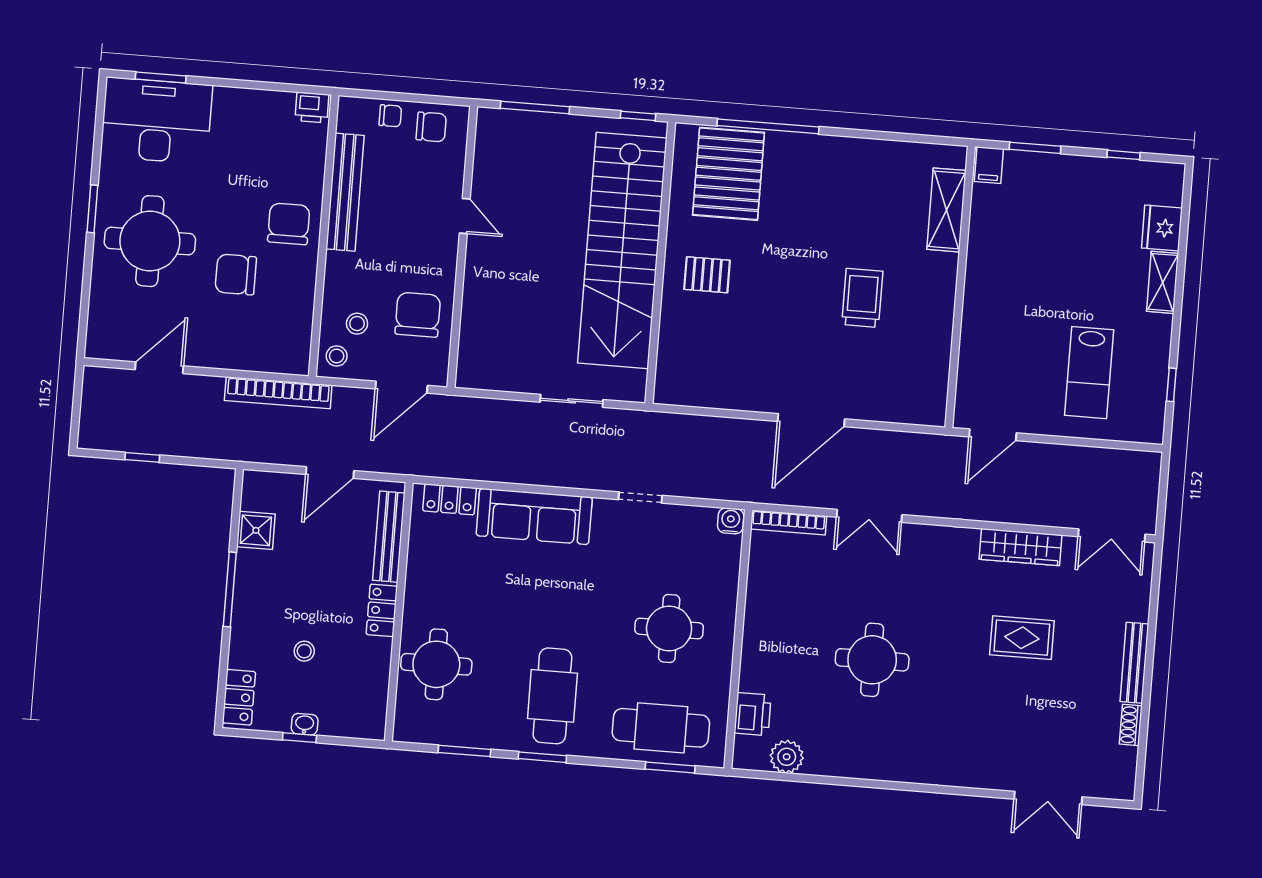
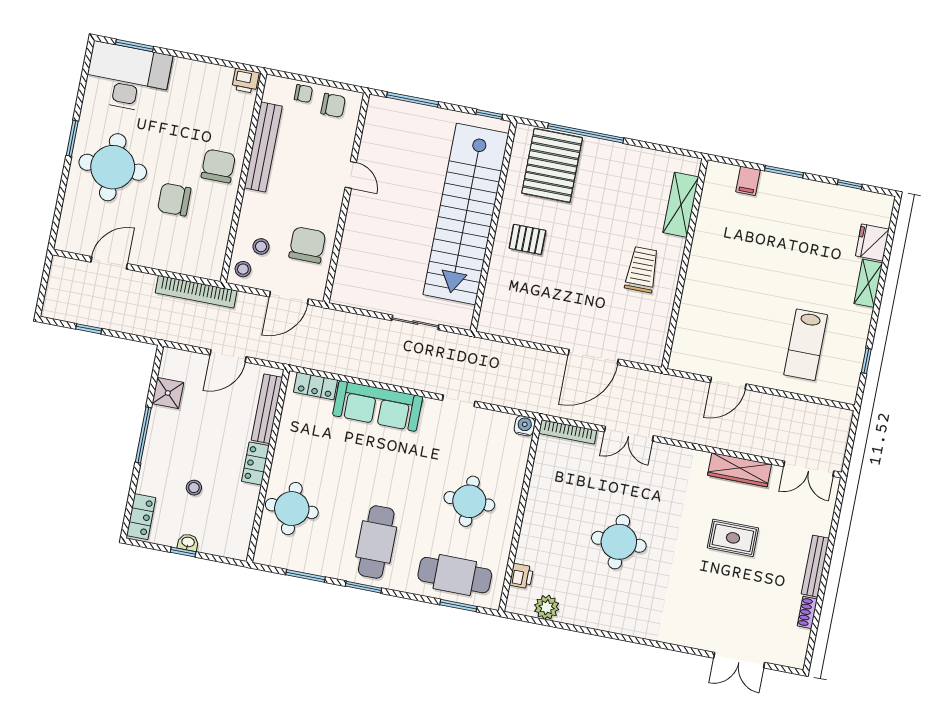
shelving: (946, 210) -> (681, 205), moved
wall: (960, 287) -> (685, 264), moved
printer: (753, 714) -> (521, 576), width x0.73, depth x0.81

